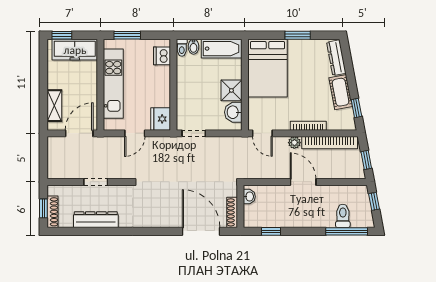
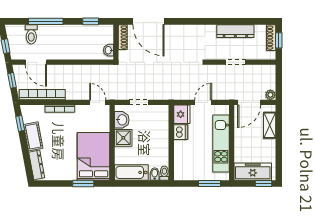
window: (298, 35) -> (83, 183), moved
dishwasher: (162, 56) -> (181, 132), moved
doorway: (194, 133) -> (139, 102), moved
plant: (294, 143) -> (270, 95), moved
door: (303, 182) -> (36, 62), moved
window: (347, 231) -> (46, 21), moved

